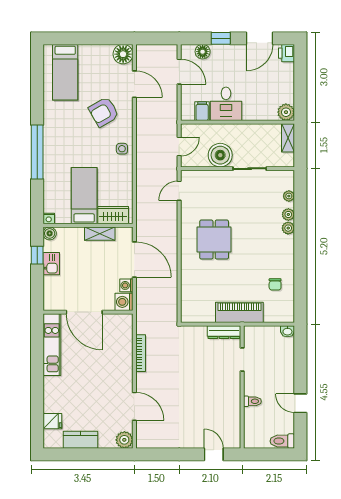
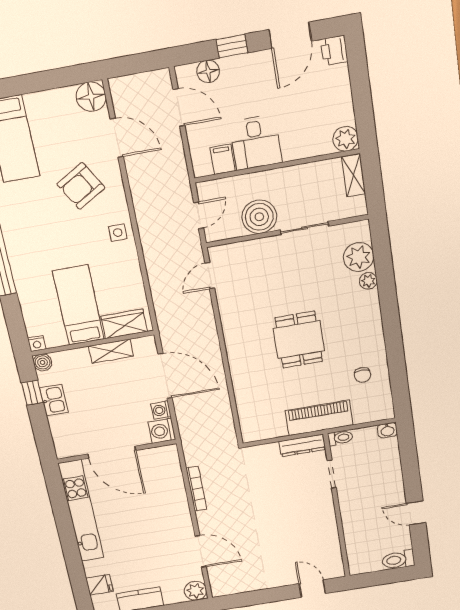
plant: (289, 196) -> (359, 257), width x1.88, depth x1.88
plant: (288, 228) -> (371, 299), removed
dining table: (214, 240) -> (299, 340), moved
kitchen unit: (52, 345) -> (81, 511), width x1.36
toilet: (252, 401) -> (340, 438), moved

